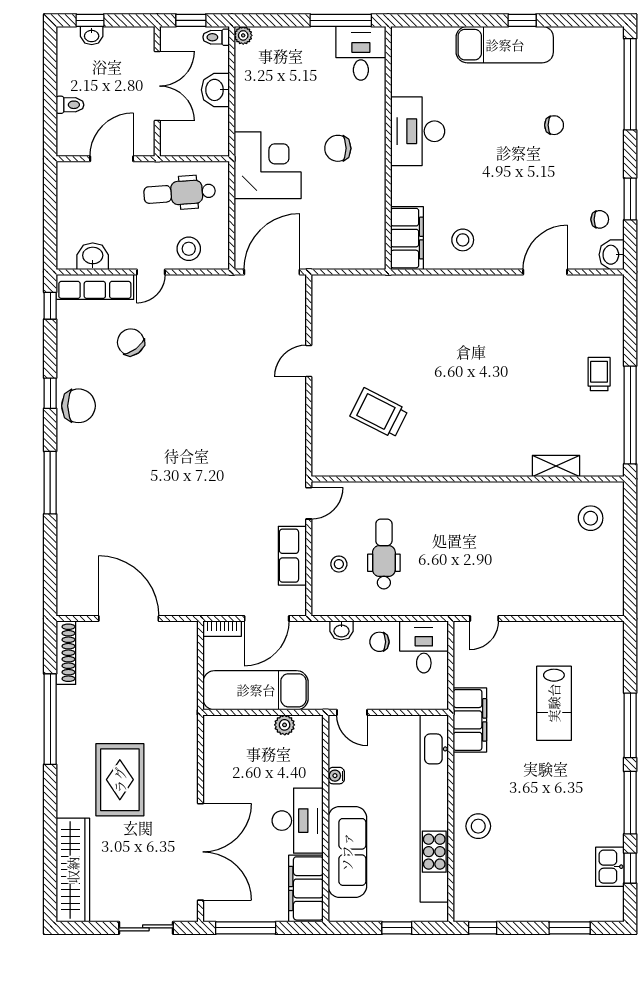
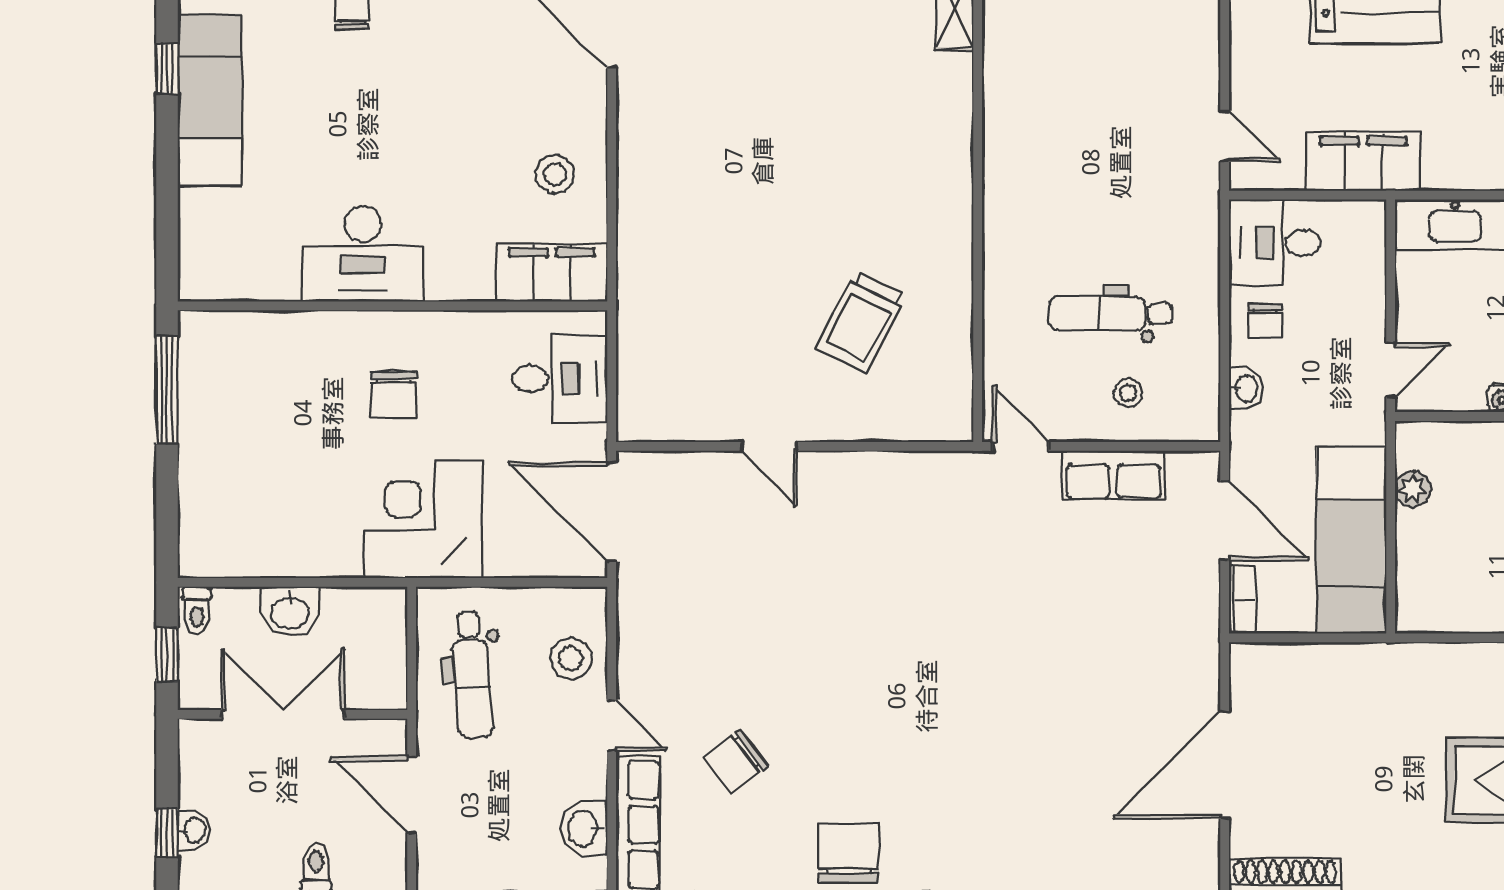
plant: (243, 35) -> (193, 562), removed
desk: (361, 53) -> (560, 379), moved, turned 180
filing cabinet: (470, 720) -> (1363, 161), moved

